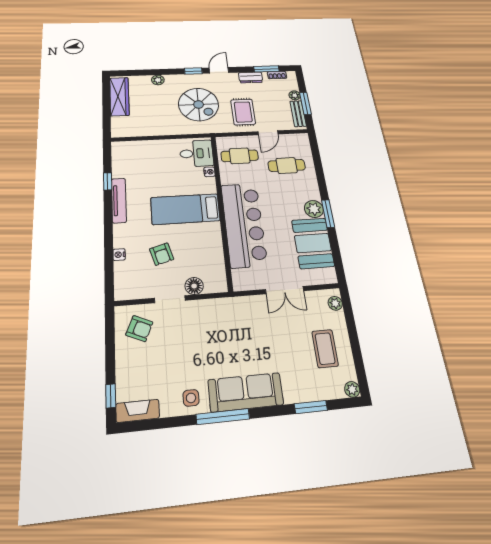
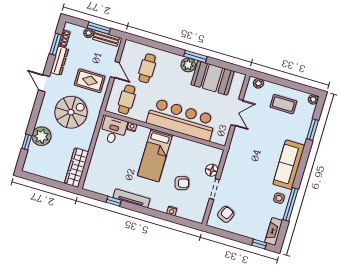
window: (193, 71) -> (27, 142), moved
dresser: (251, 77) -> (59, 61), width x1.44
plant: (158, 80) -> (41, 136), width x1.88, depth x1.88
wardrobe: (119, 97) -> (76, 168), moved, turned -90
window: (223, 417) -> (291, 204), moved

